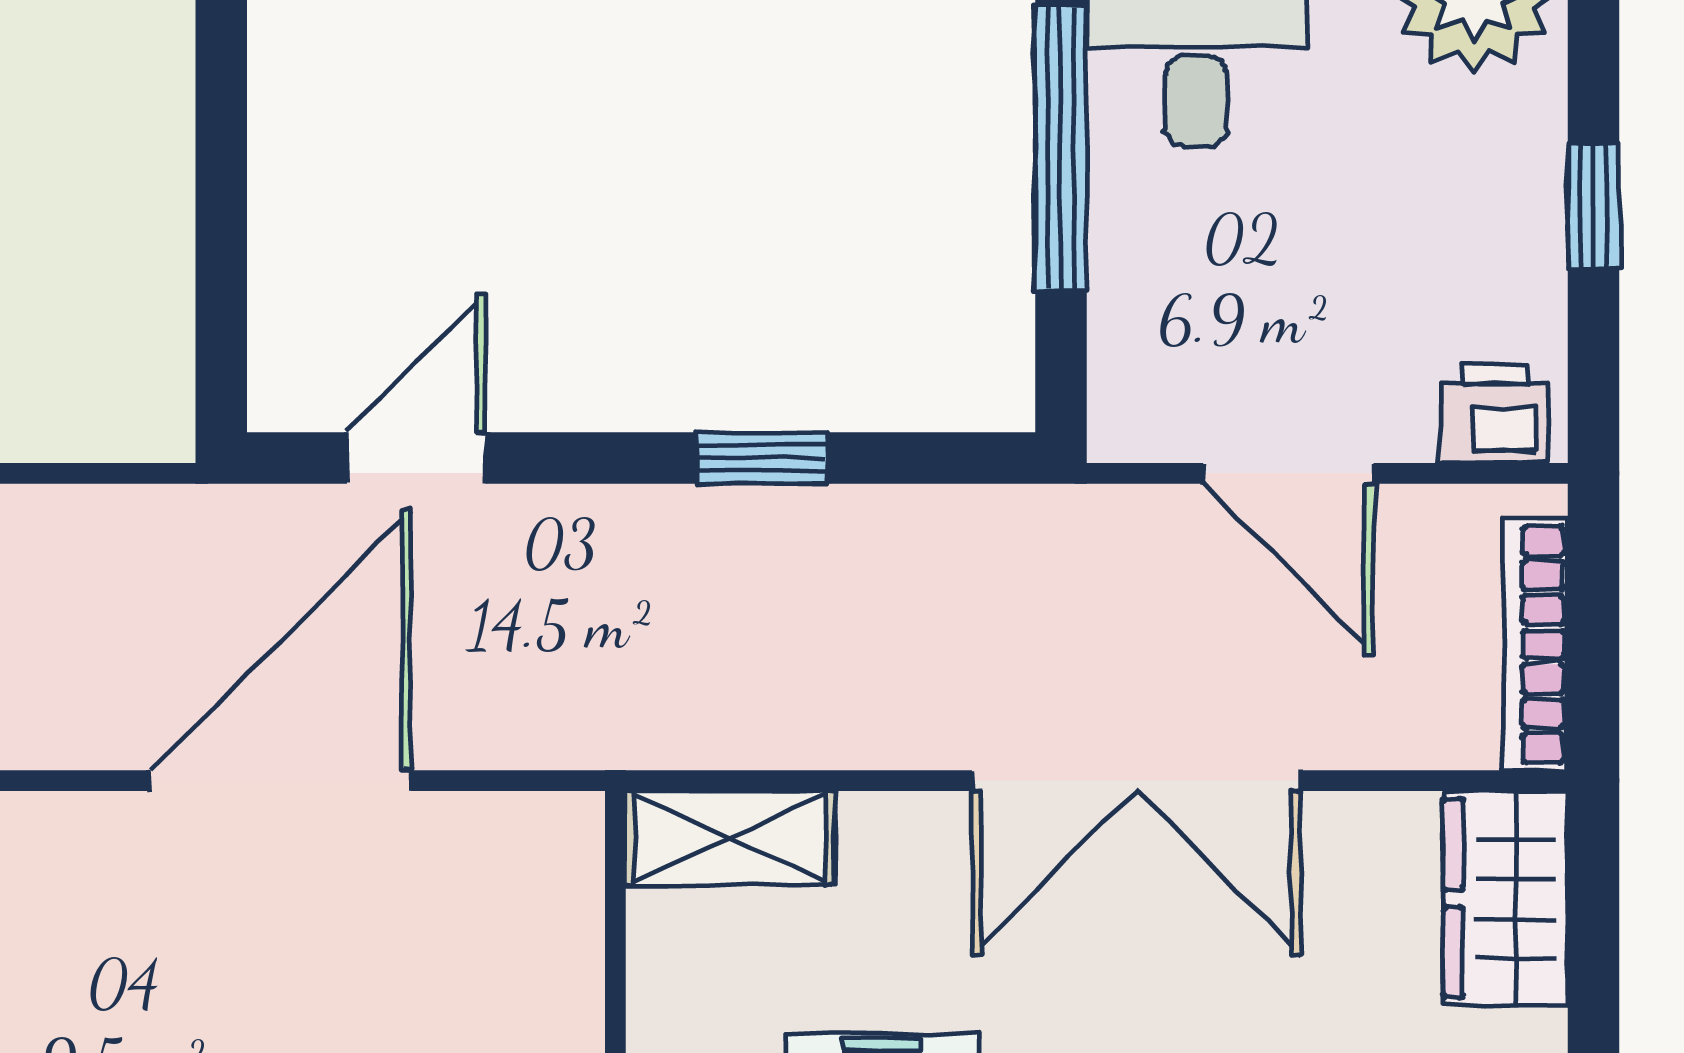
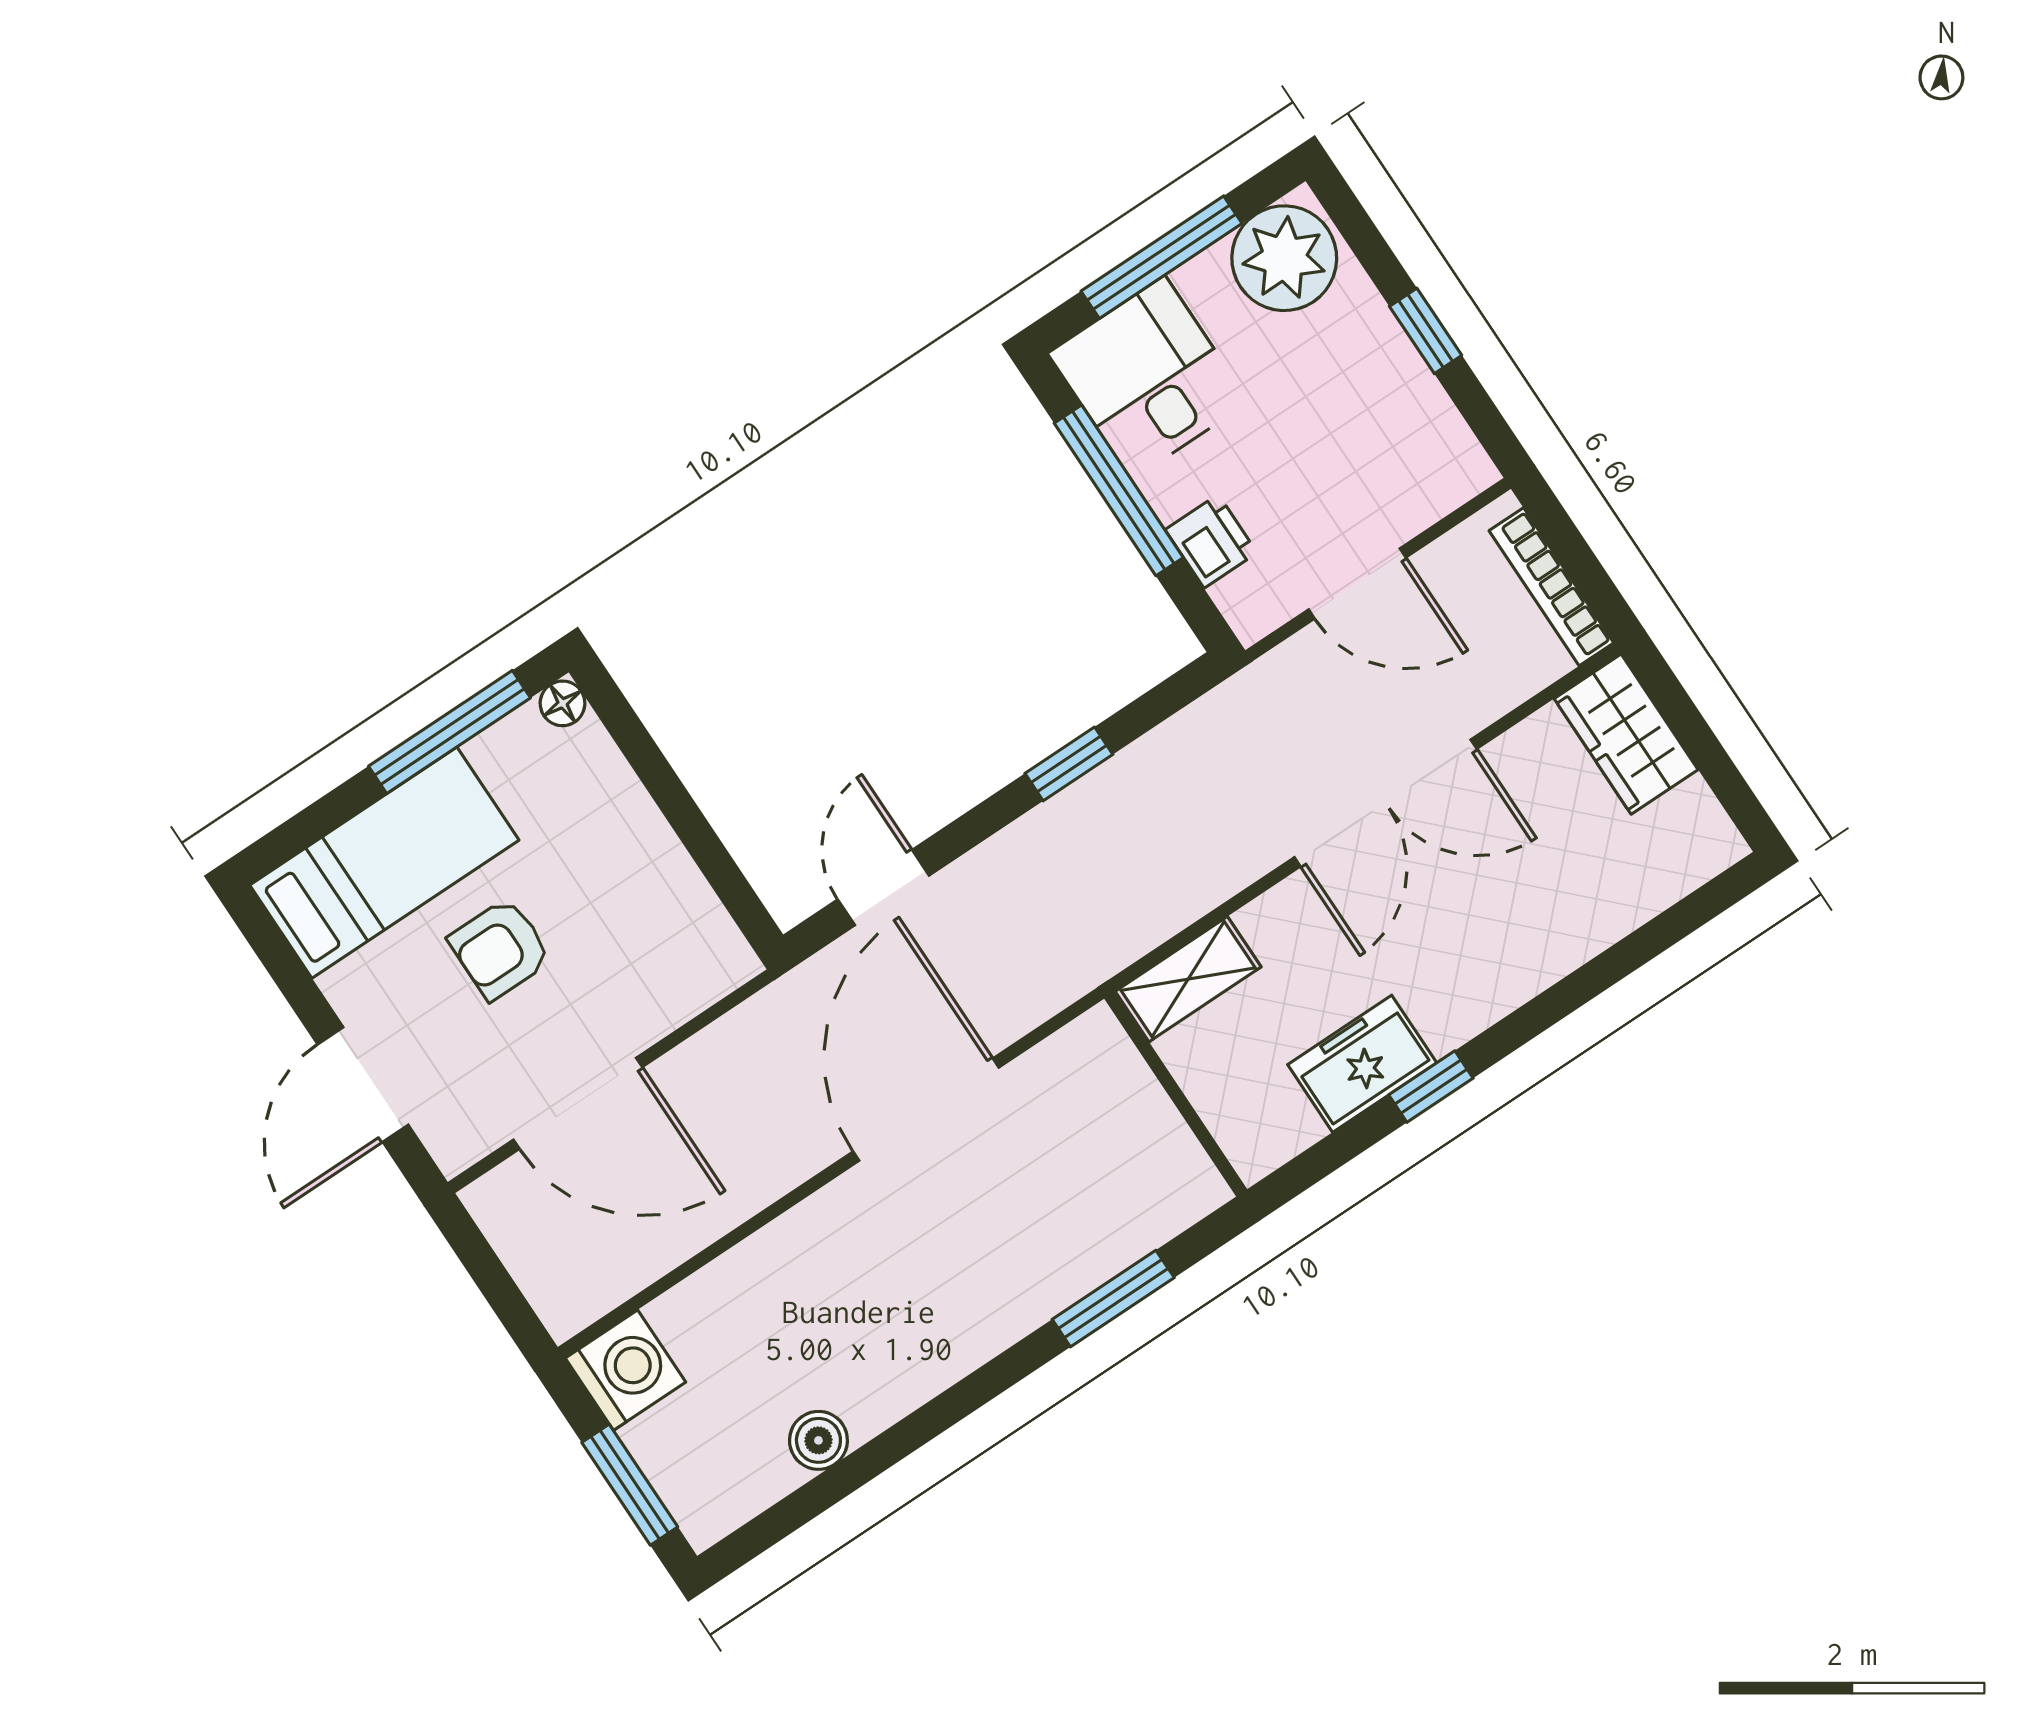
printer: (1495, 413) -> (1211, 541), moved, turned 90

